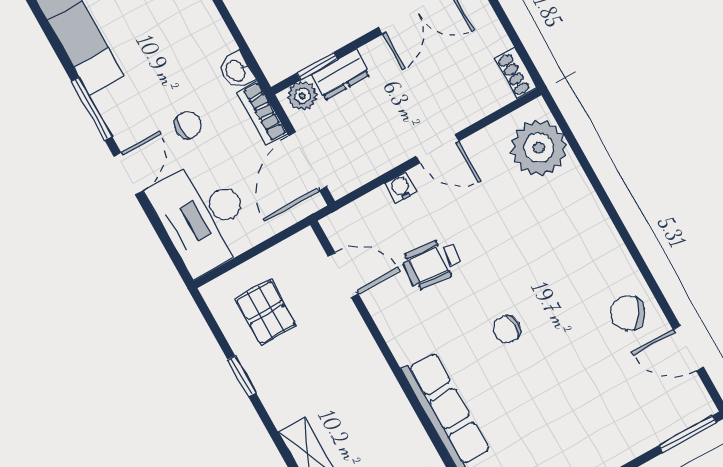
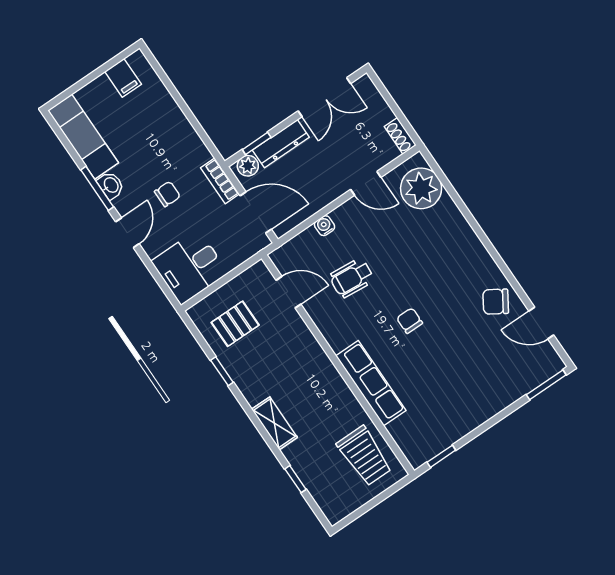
washbasin: (236, 71) -> (111, 185), moved, turned 180
dresser: (341, 75) -> (281, 144), width x1.44
door: (437, 149) -> (366, 183), moved
door: (308, 161) -> (256, 212), swing flipped
desk: (203, 216) -> (190, 267), width x0.73
pallet: (266, 312) -> (235, 324), turned 90
chair: (507, 329) -> (410, 321), turned 87

